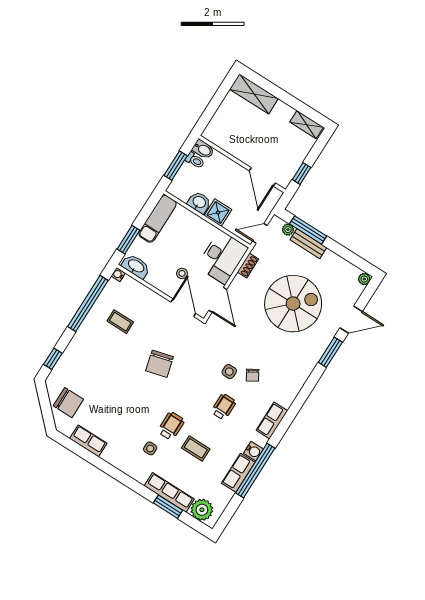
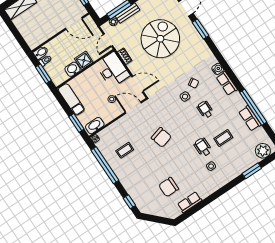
chair: (68, 403) -> (169, 187), moved, turned 180
water cooler: (253, 451) -> (218, 69), moved
row of seats: (169, 492) -> (243, 166), removed

